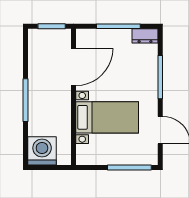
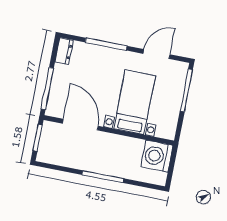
window: (118, 26) -> (47, 89), moved
washing machine: (42, 151) -> (157, 156), moved

